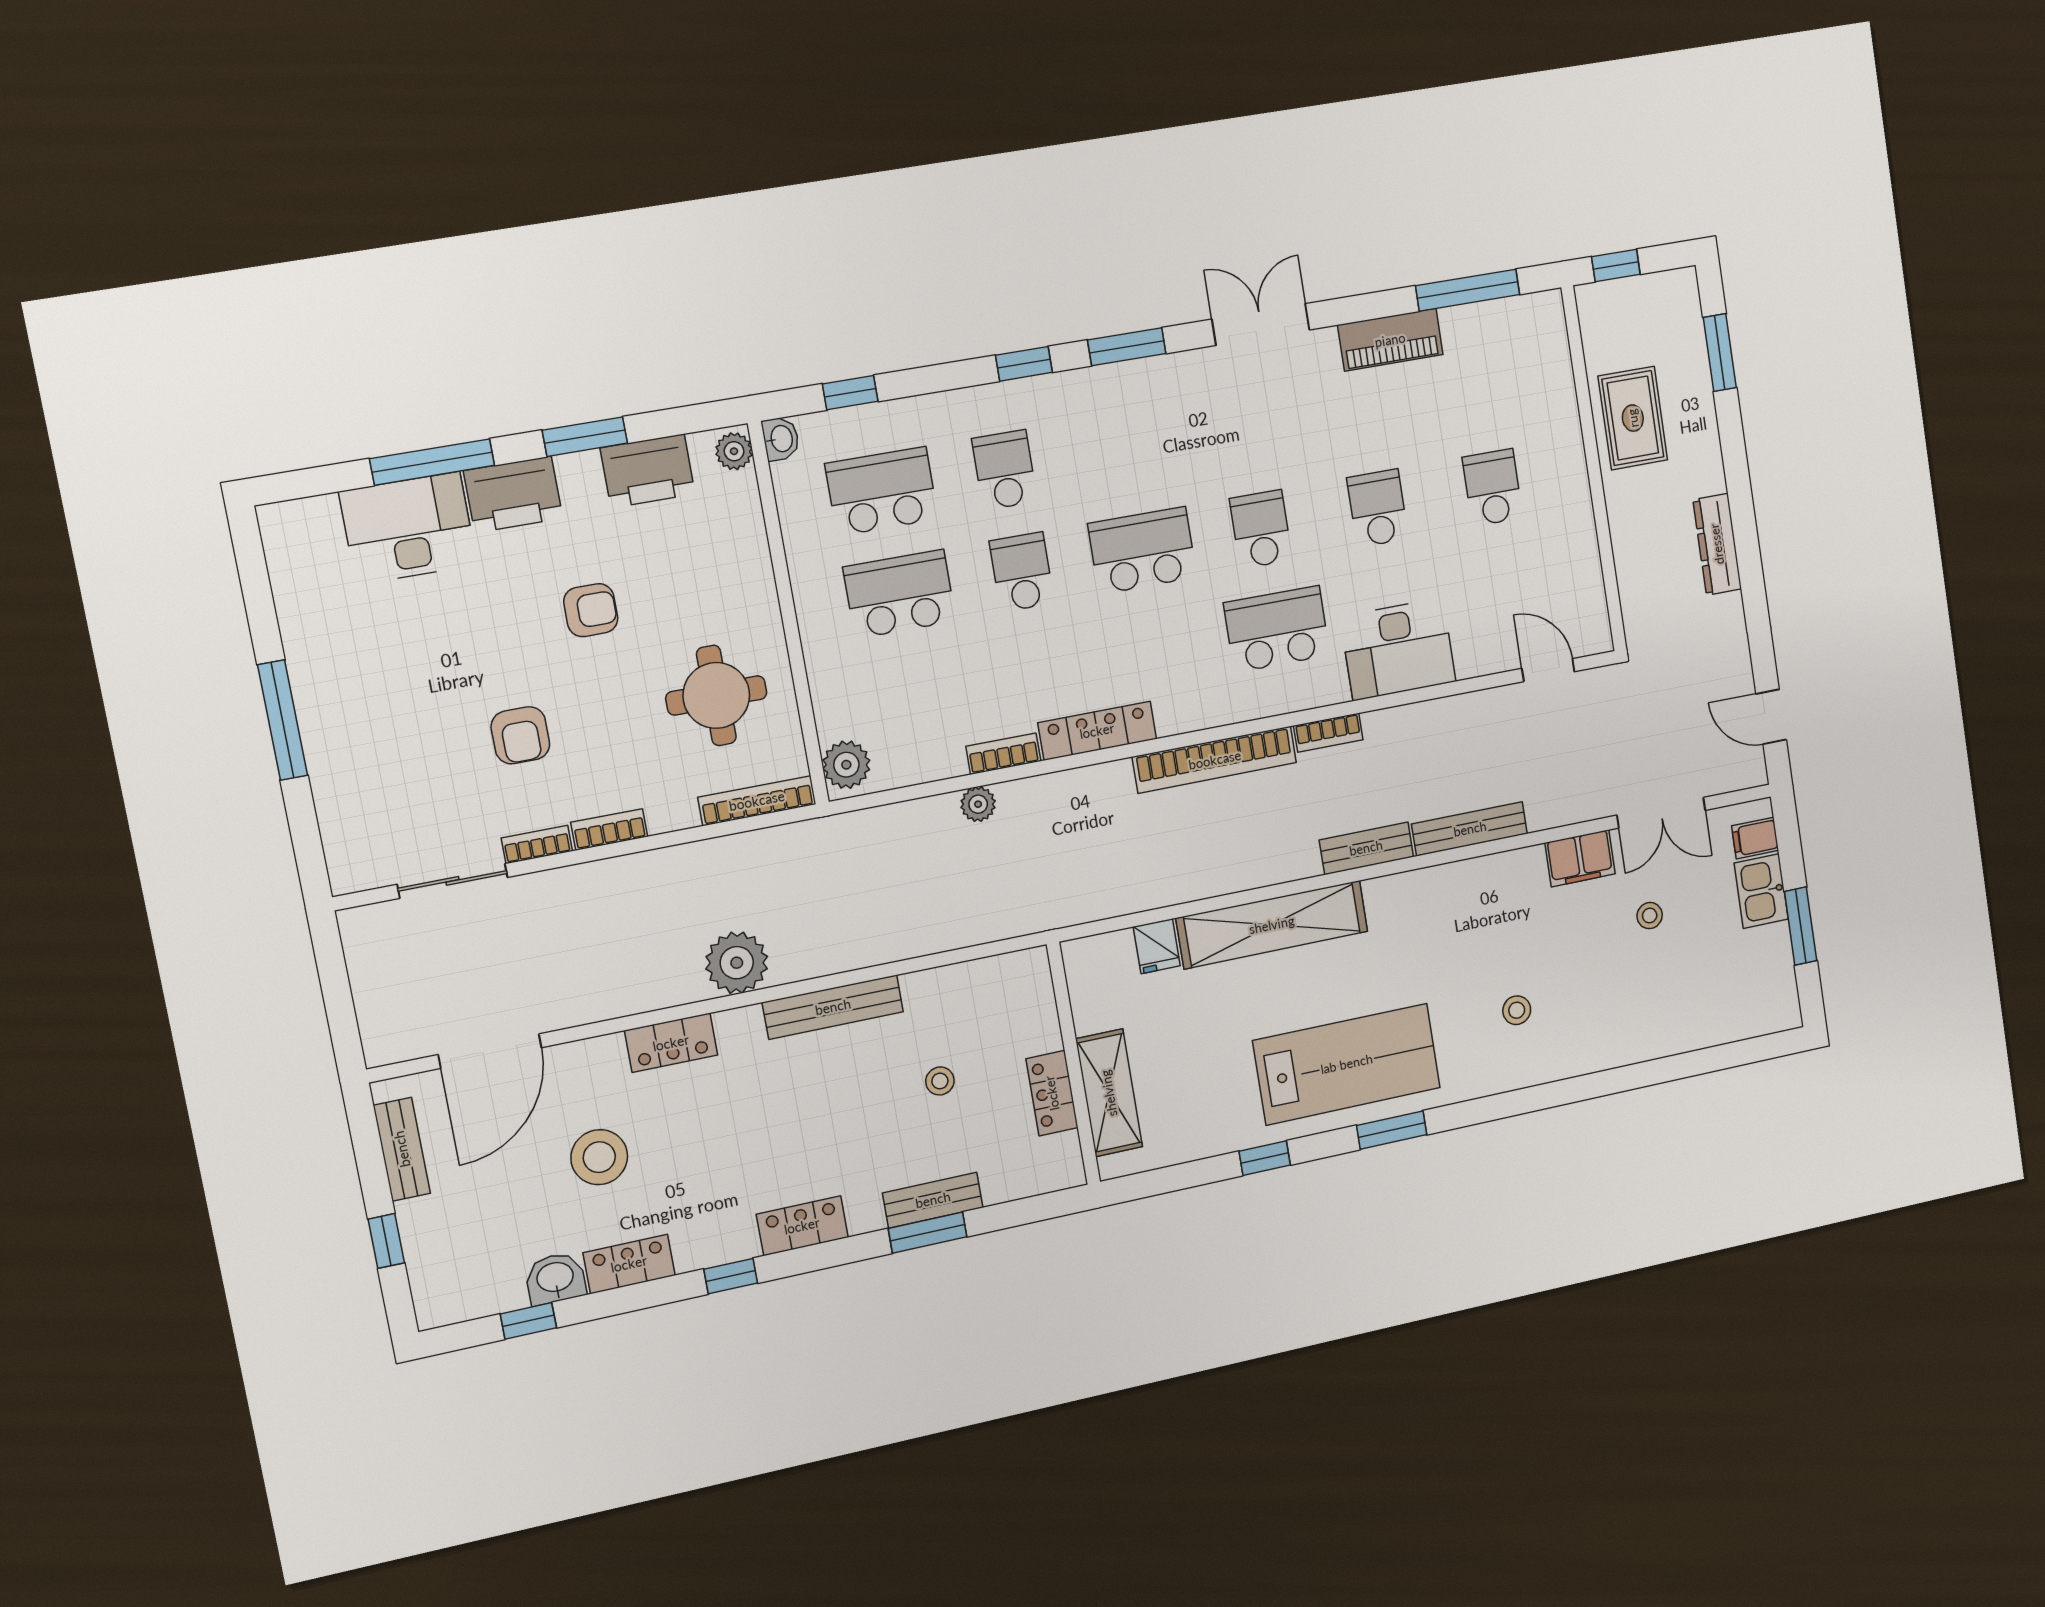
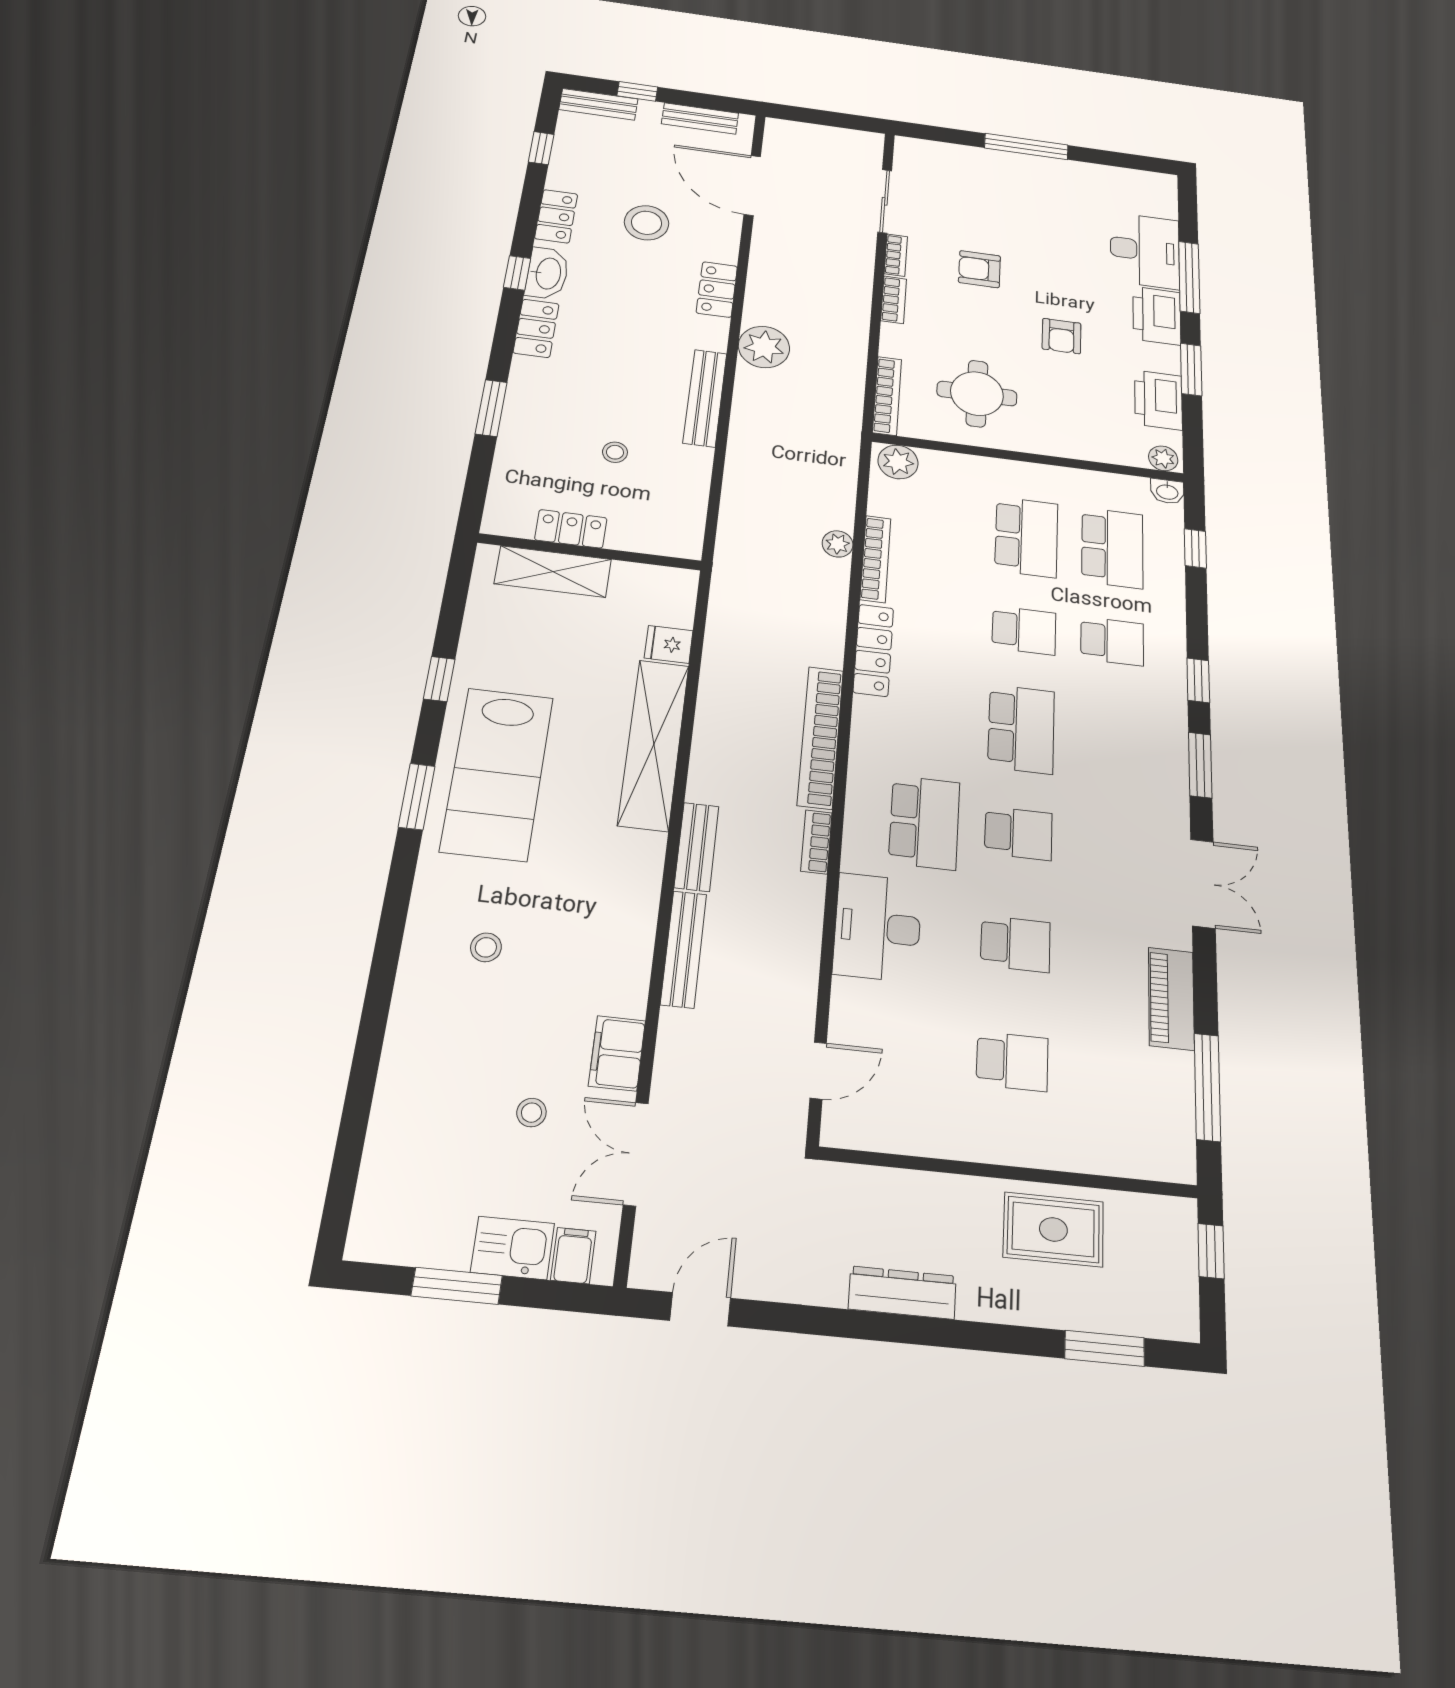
bookcase: (1003, 754) -> (875, 559), width x1.56
bench: (933, 1200) -> (598, 104), moved, turned 90
washbasin: (555, 1278) -> (547, 273), moved, width x1.38

